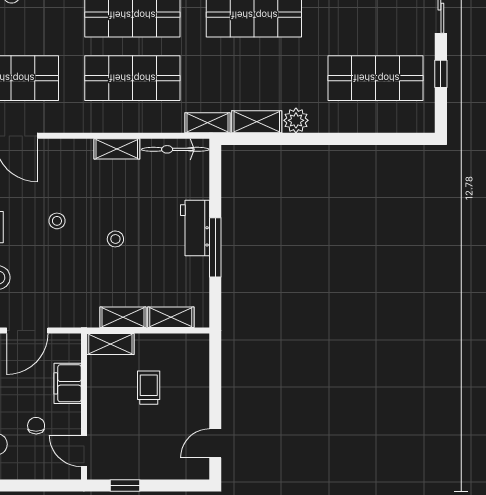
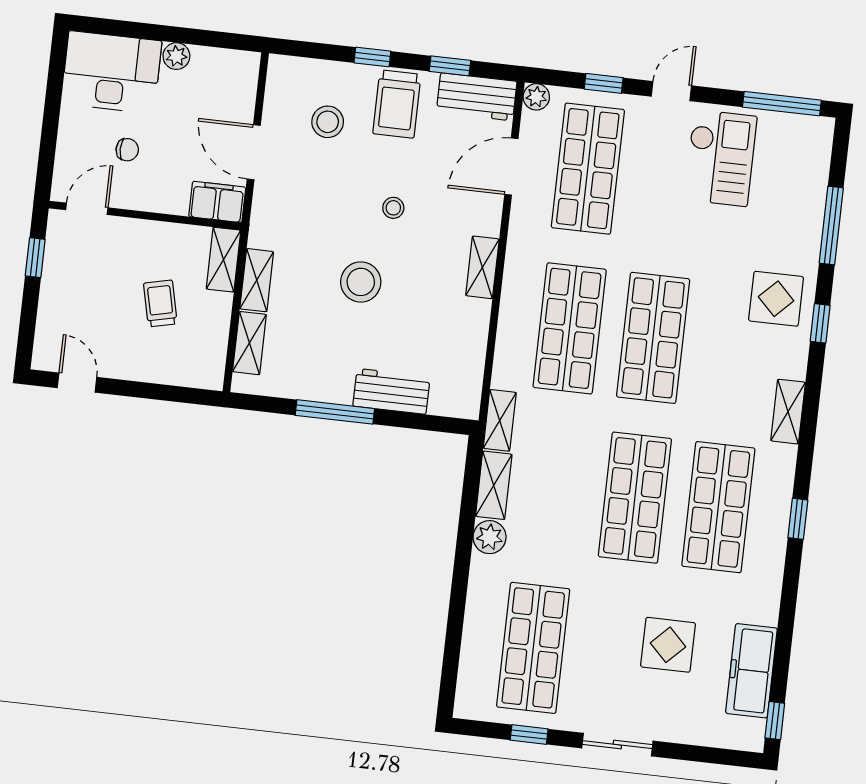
shelving: (117, 149) -> (482, 267), moved
bicycle: (175, 149) -> (470, 374), removed
workbench: (195, 228) -> (391, 391), moved
stool: (115, 239) -> (361, 282), width x1.89, depth x1.89
filing cabinet: (68, 383) -> (217, 202), moved
trolley: (149, 388) -> (160, 303), turned -103

